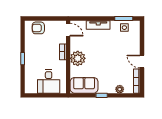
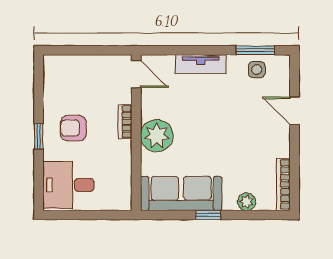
armchair: (38, 28) -> (73, 128), moved
door: (142, 61) -> (294, 111), moved
desk: (49, 82) -> (68, 185), moved, turned 90
sofa: (84, 85) -> (181, 193), width x1.36

